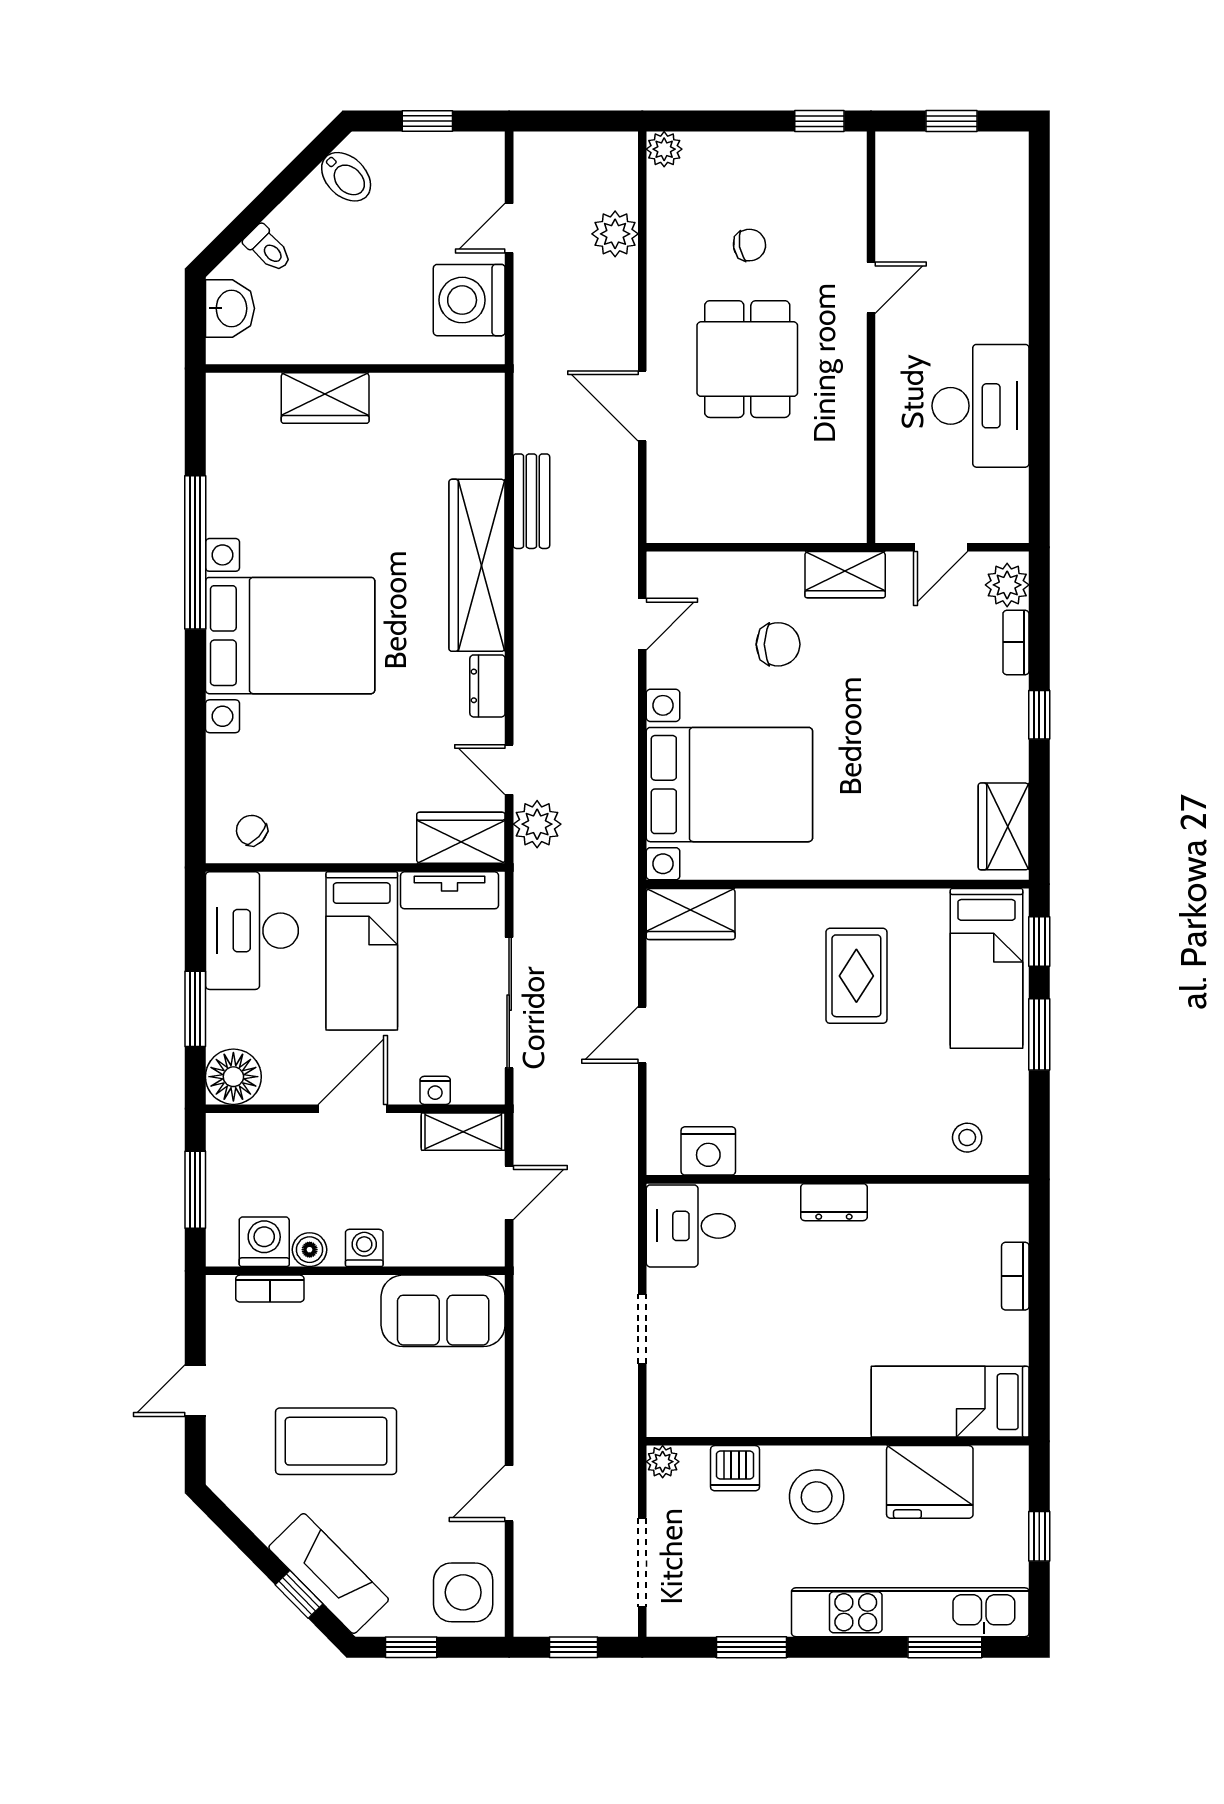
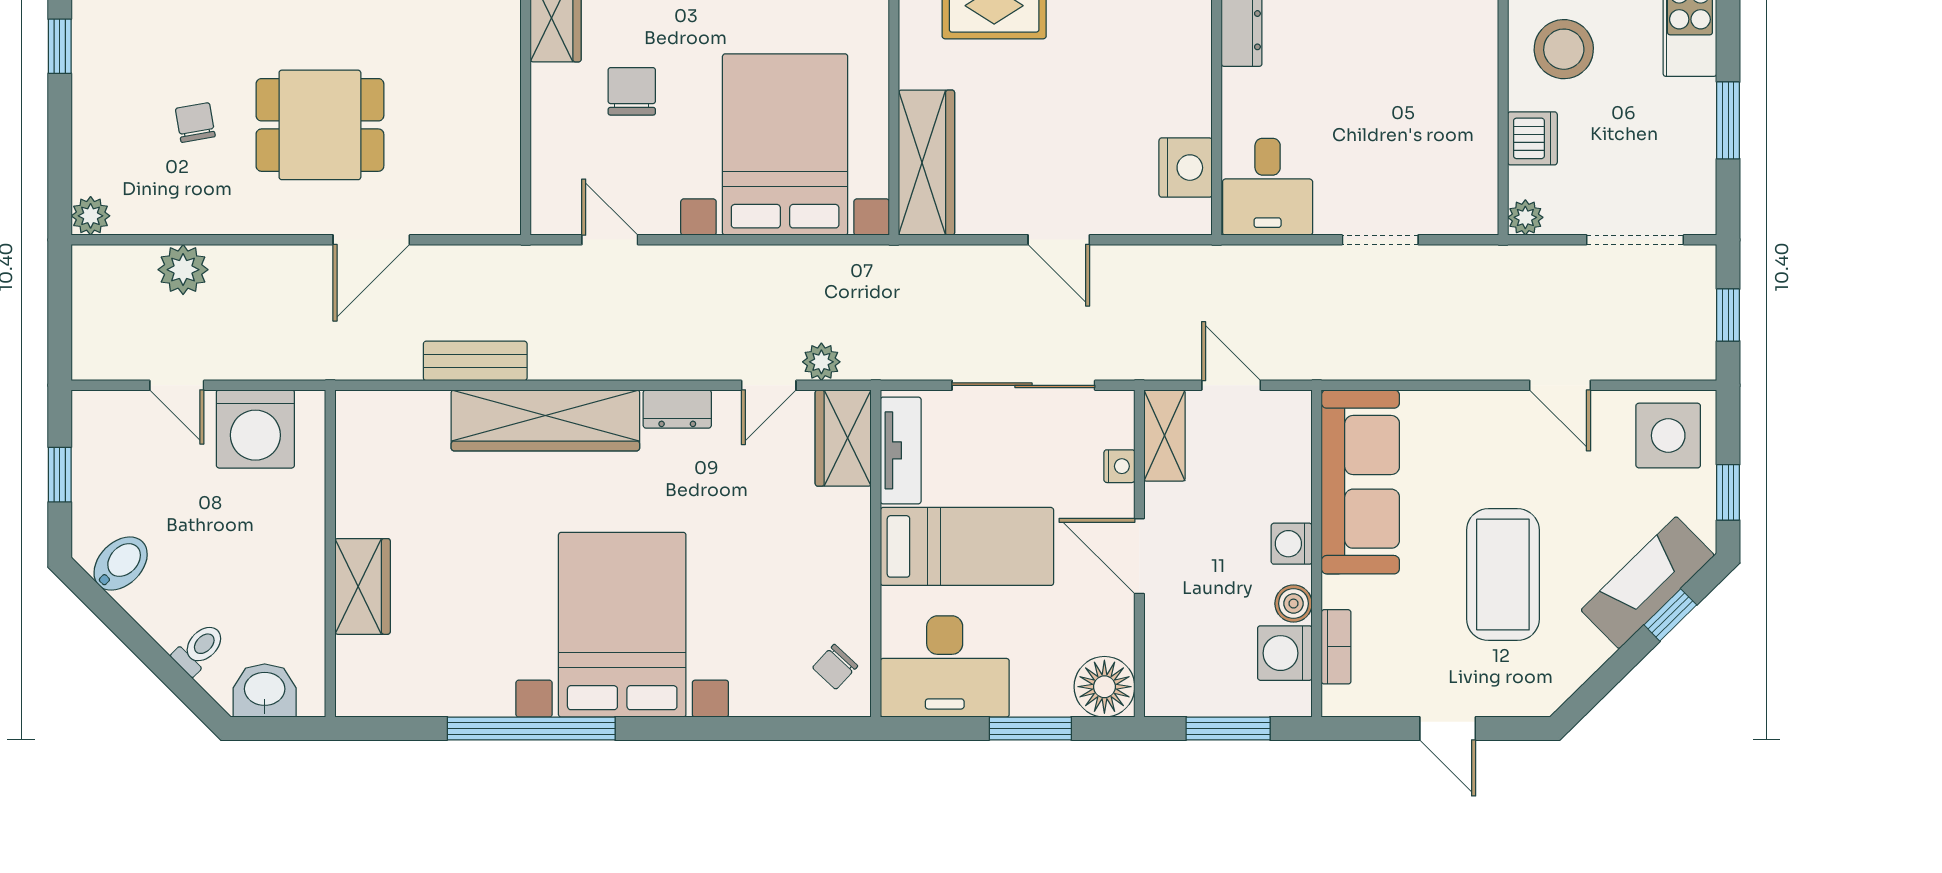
plant: (537, 824) -> (821, 362), width x0.73, depth x0.73
wardrobe: (691, 914) -> (927, 163), width x1.50
sofa: (443, 1311) -> (1360, 482), width x1.36

